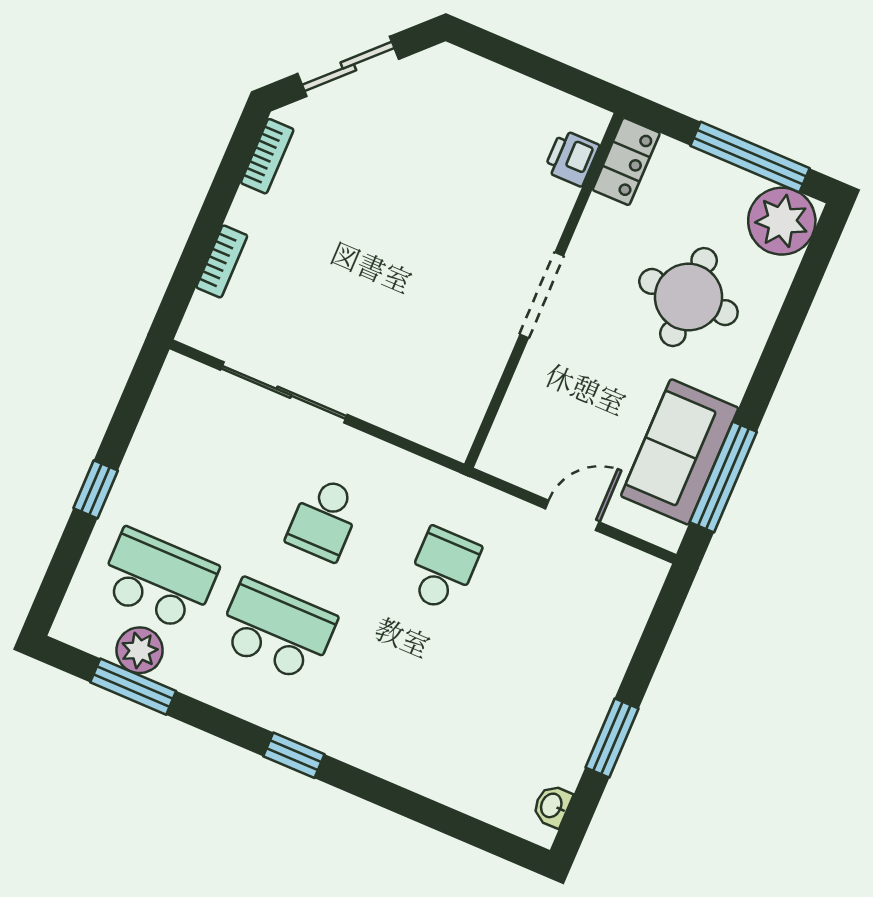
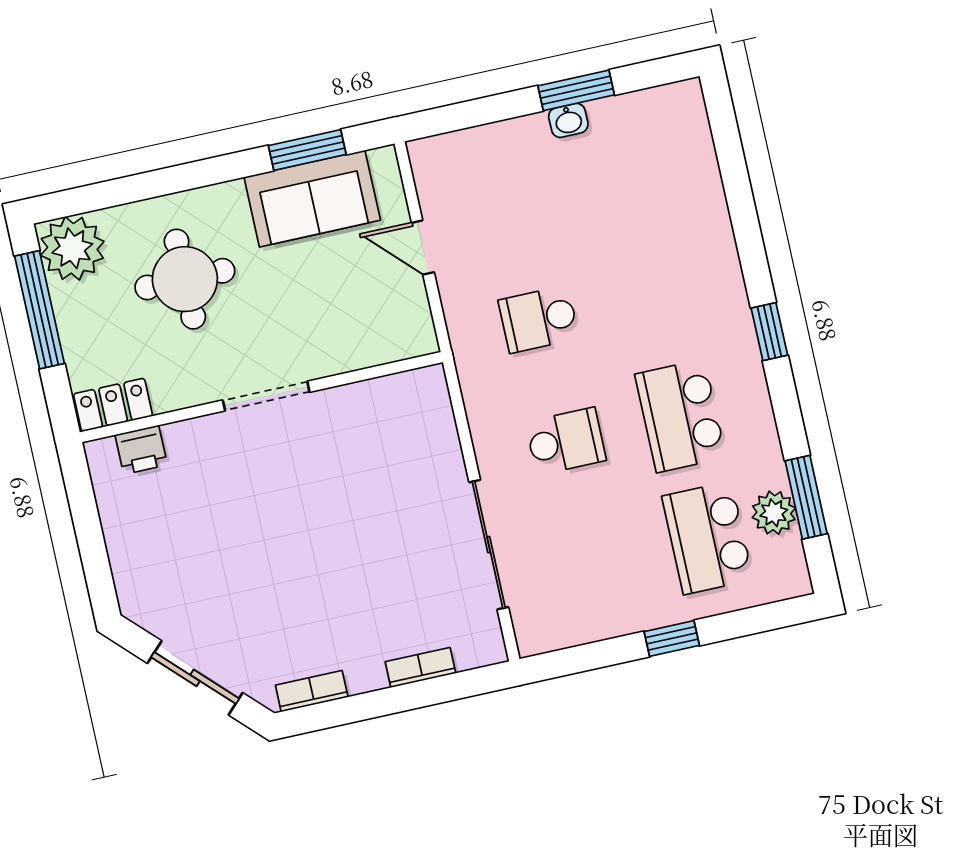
window: (723, 477) -> (307, 150), width x0.69
washbasin: (552, 806) -> (568, 120), moved

